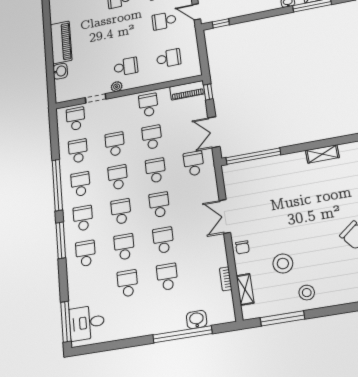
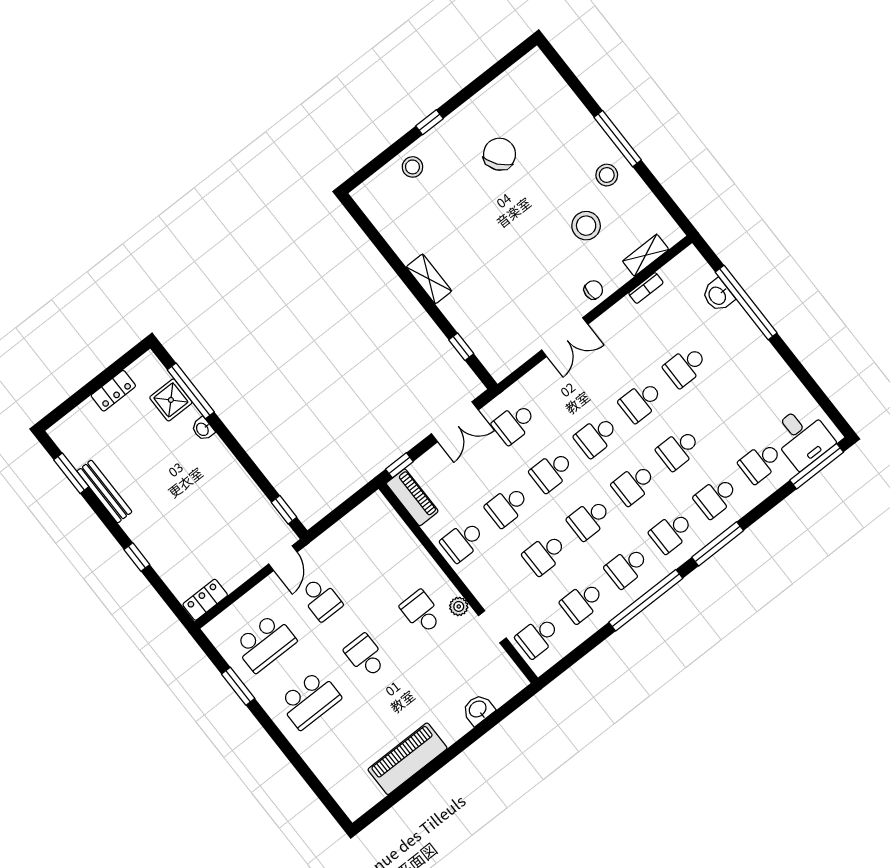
piano: (61, 42) -> (408, 759), moved
school desk: (169, 58) -> (366, 656), moved
shelving: (322, 154) -> (429, 279), moved
window: (253, 156) -> (461, 347), width x0.32
school desk: (128, 283) -> (760, 462), moved
window: (282, 318) -> (618, 139), moved

